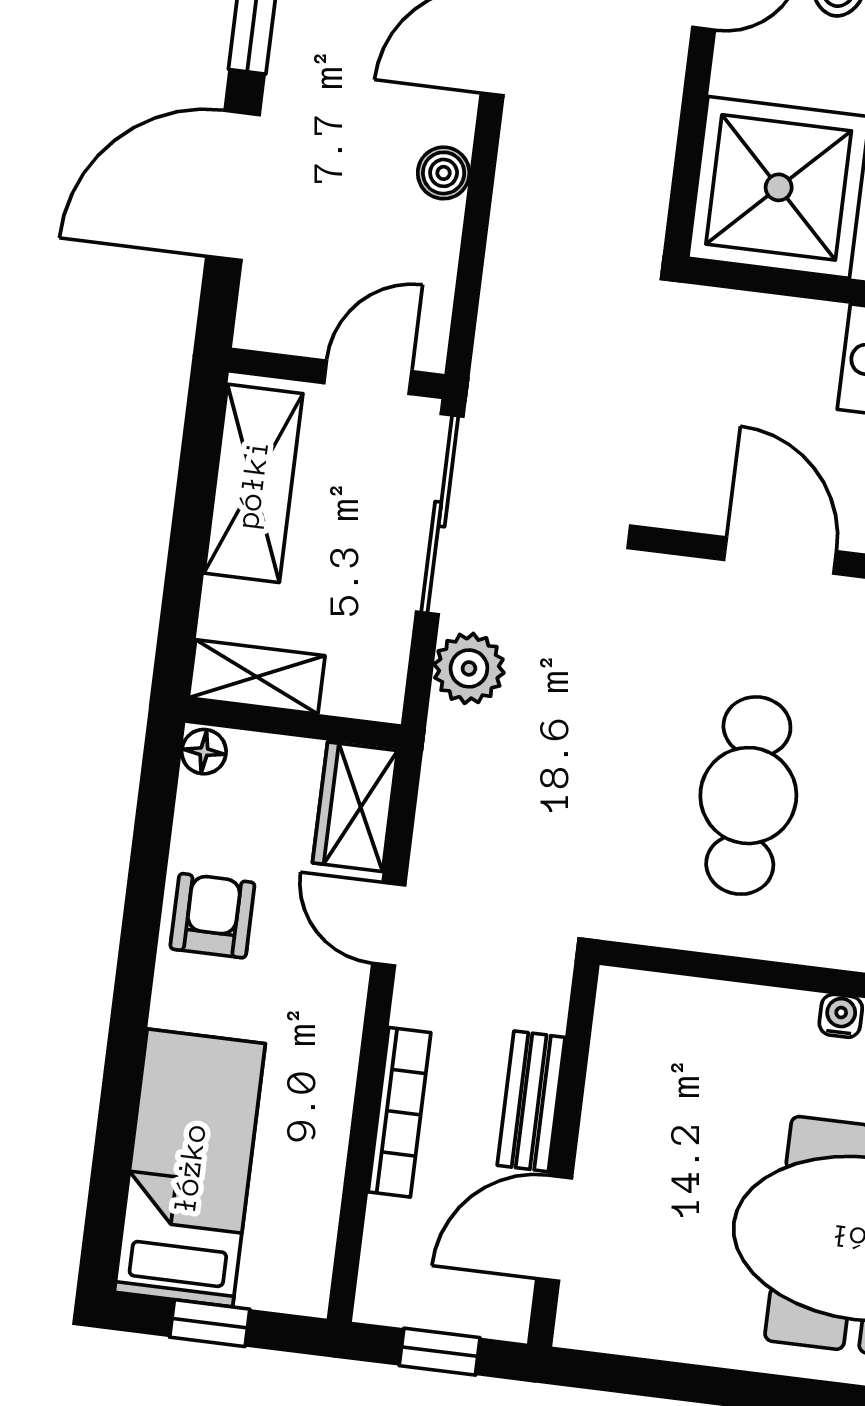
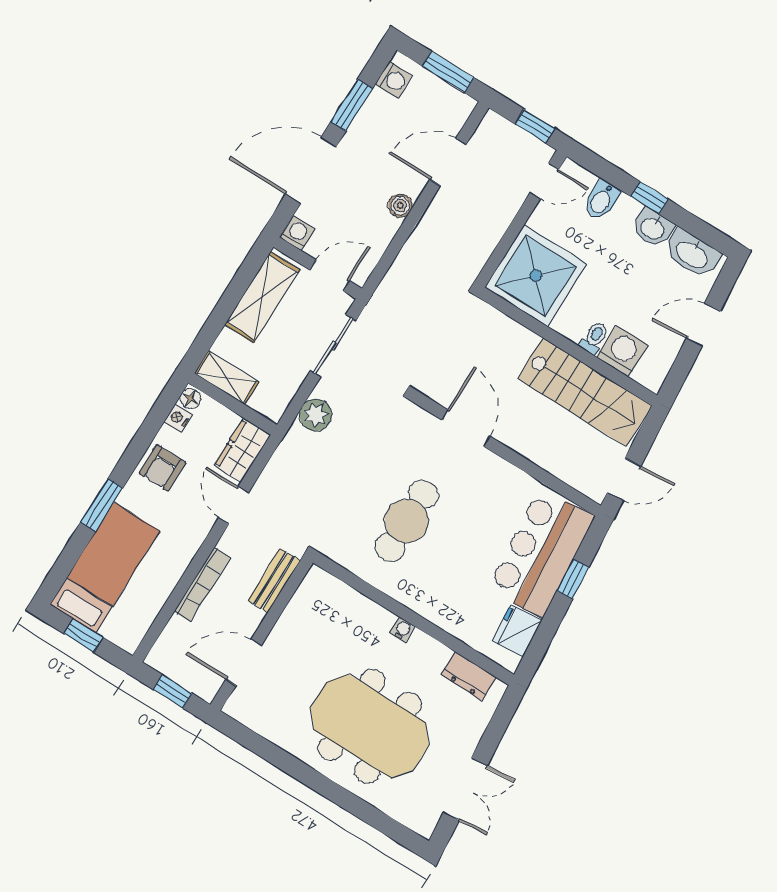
washing machine: (264, 323) -> (297, 233), added
sliding door: (440, 514) -> (333, 346), width x0.73
nightstand: (197, 802) -> (178, 418), added
armchair: (212, 916) -> (162, 468), turned 180
window: (126, 1046) -> (102, 505), added
bench: (531, 1101) -> (274, 581), moved

